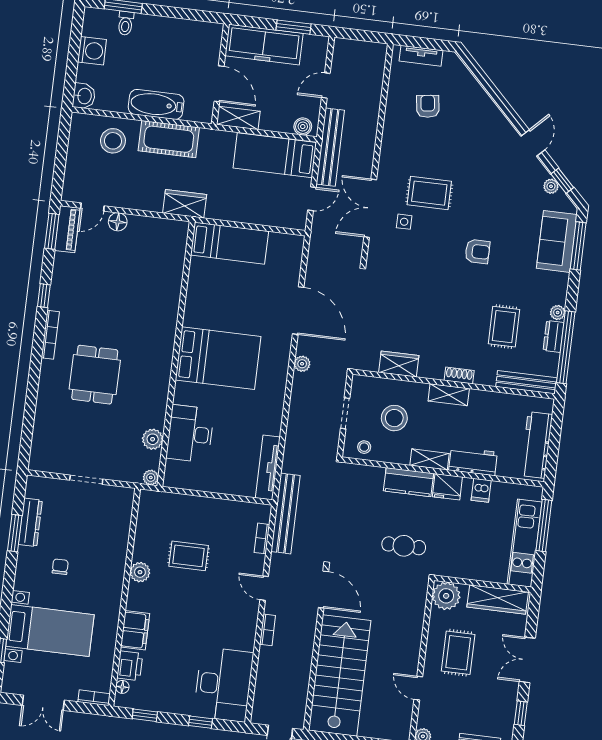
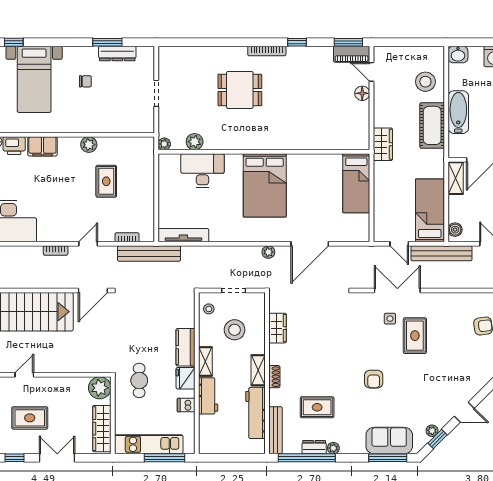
workbench: (536, 445) -> (255, 413), moved, turned -90
cafe table: (404, 546) -> (139, 380), moved
rug: (458, 653) -> (30, 418), moved

